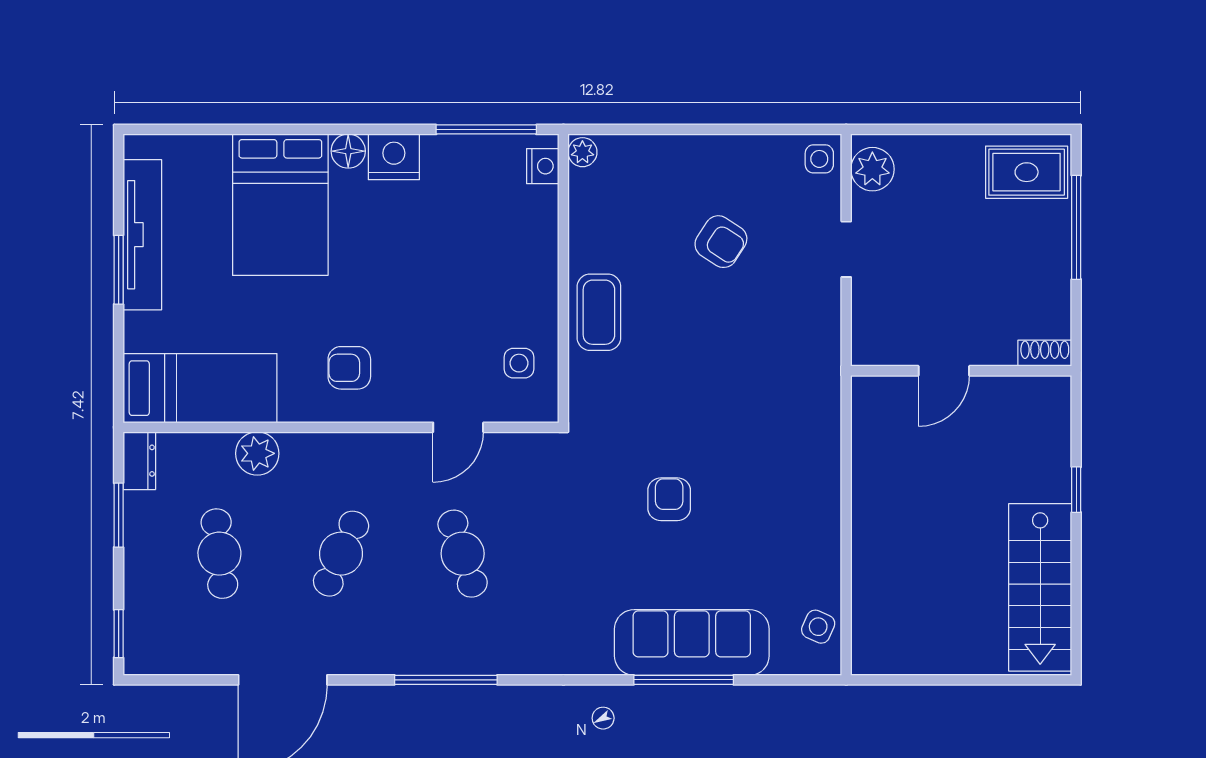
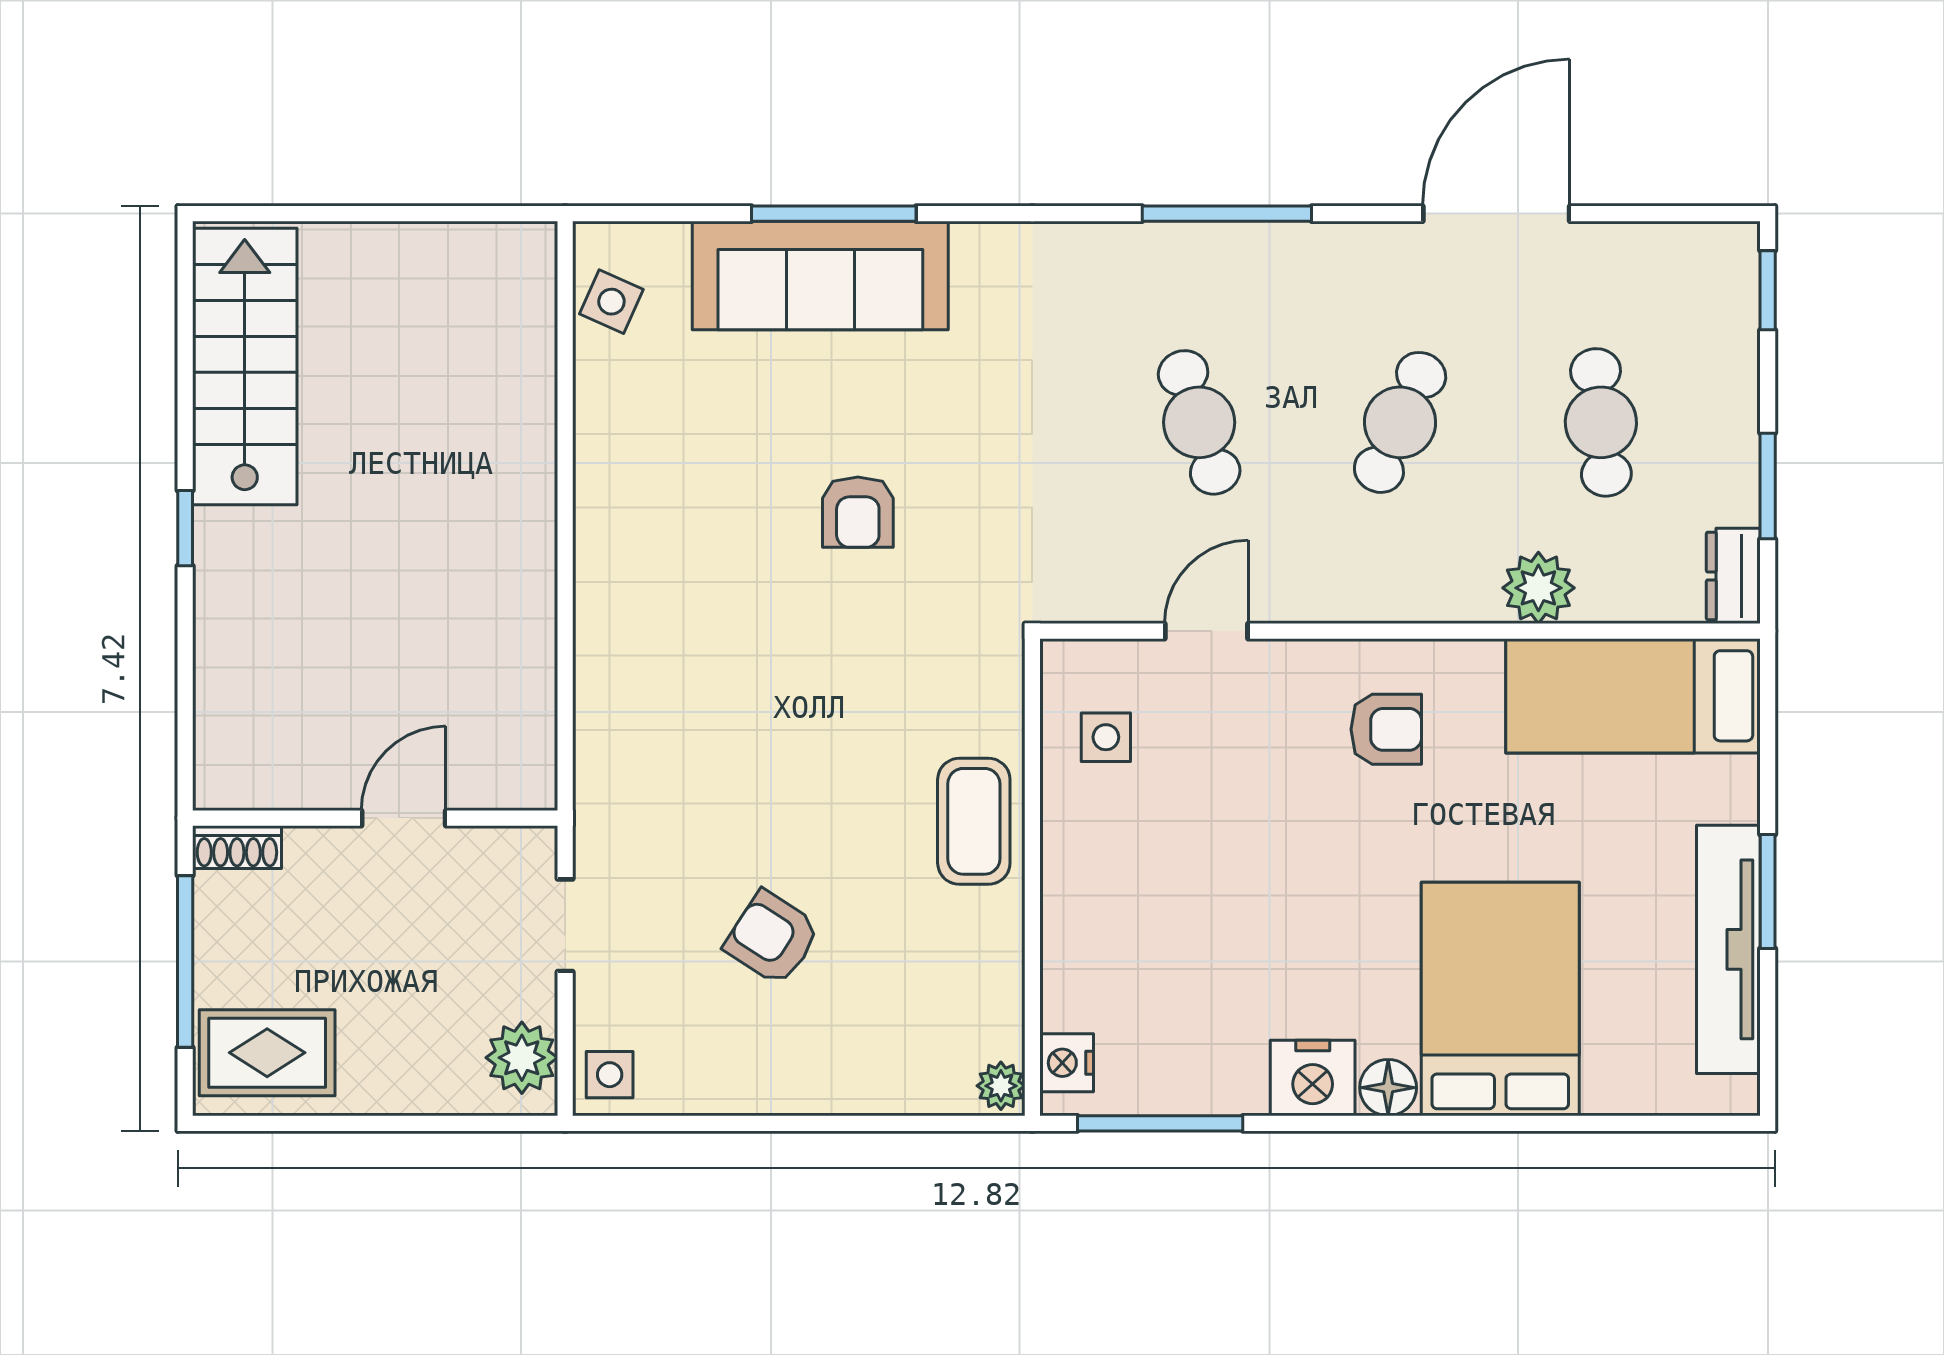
shoe rack: (1045, 353) -> (237, 847), moved
door: (944, 371) -> (404, 818), moved
wall: (961, 371) -> (375, 818), moved

